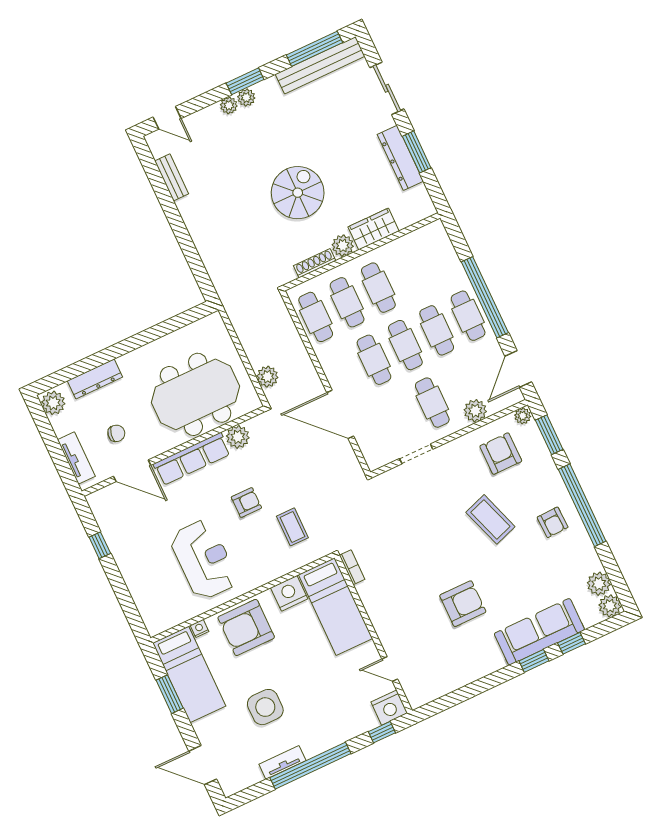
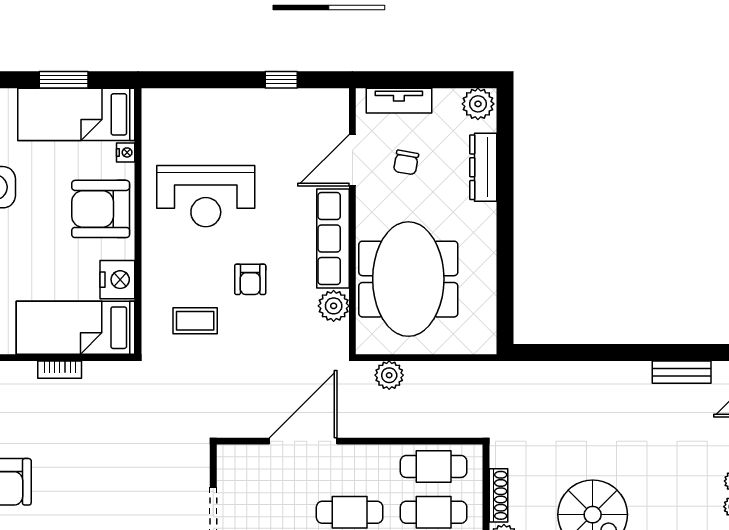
bookcase: (352, 567) -> (60, 370), moved
armchair: (246, 627) -> (101, 209), turned -90

